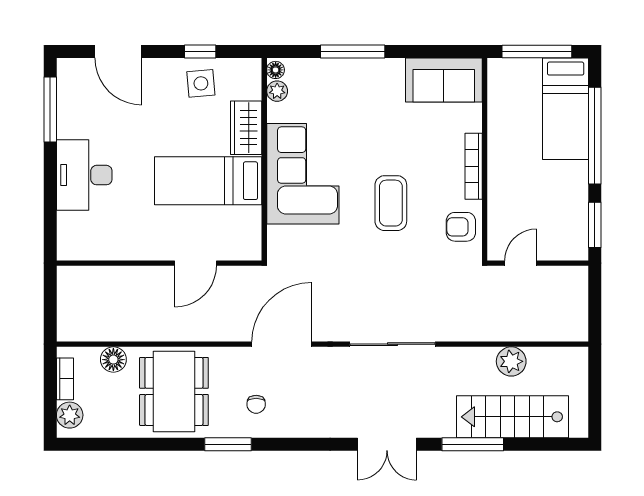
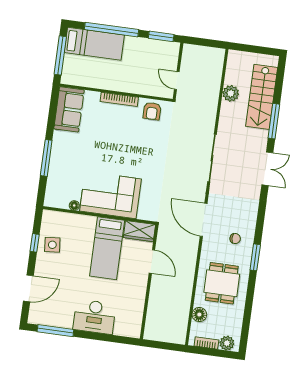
floor lamp: (276, 70) -> (74, 205), moved
plant: (277, 91) -> (62, 203), removed
wardrobe: (246, 128) -> (139, 231), moved
coffee table: (391, 203) -> (133, 148), removed
dining table: (174, 391) -> (222, 283), width x0.73

